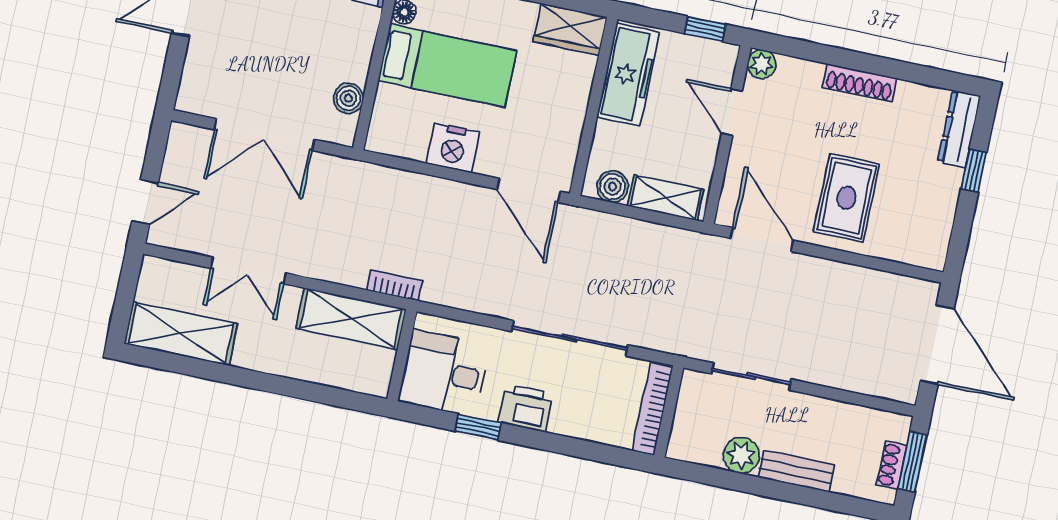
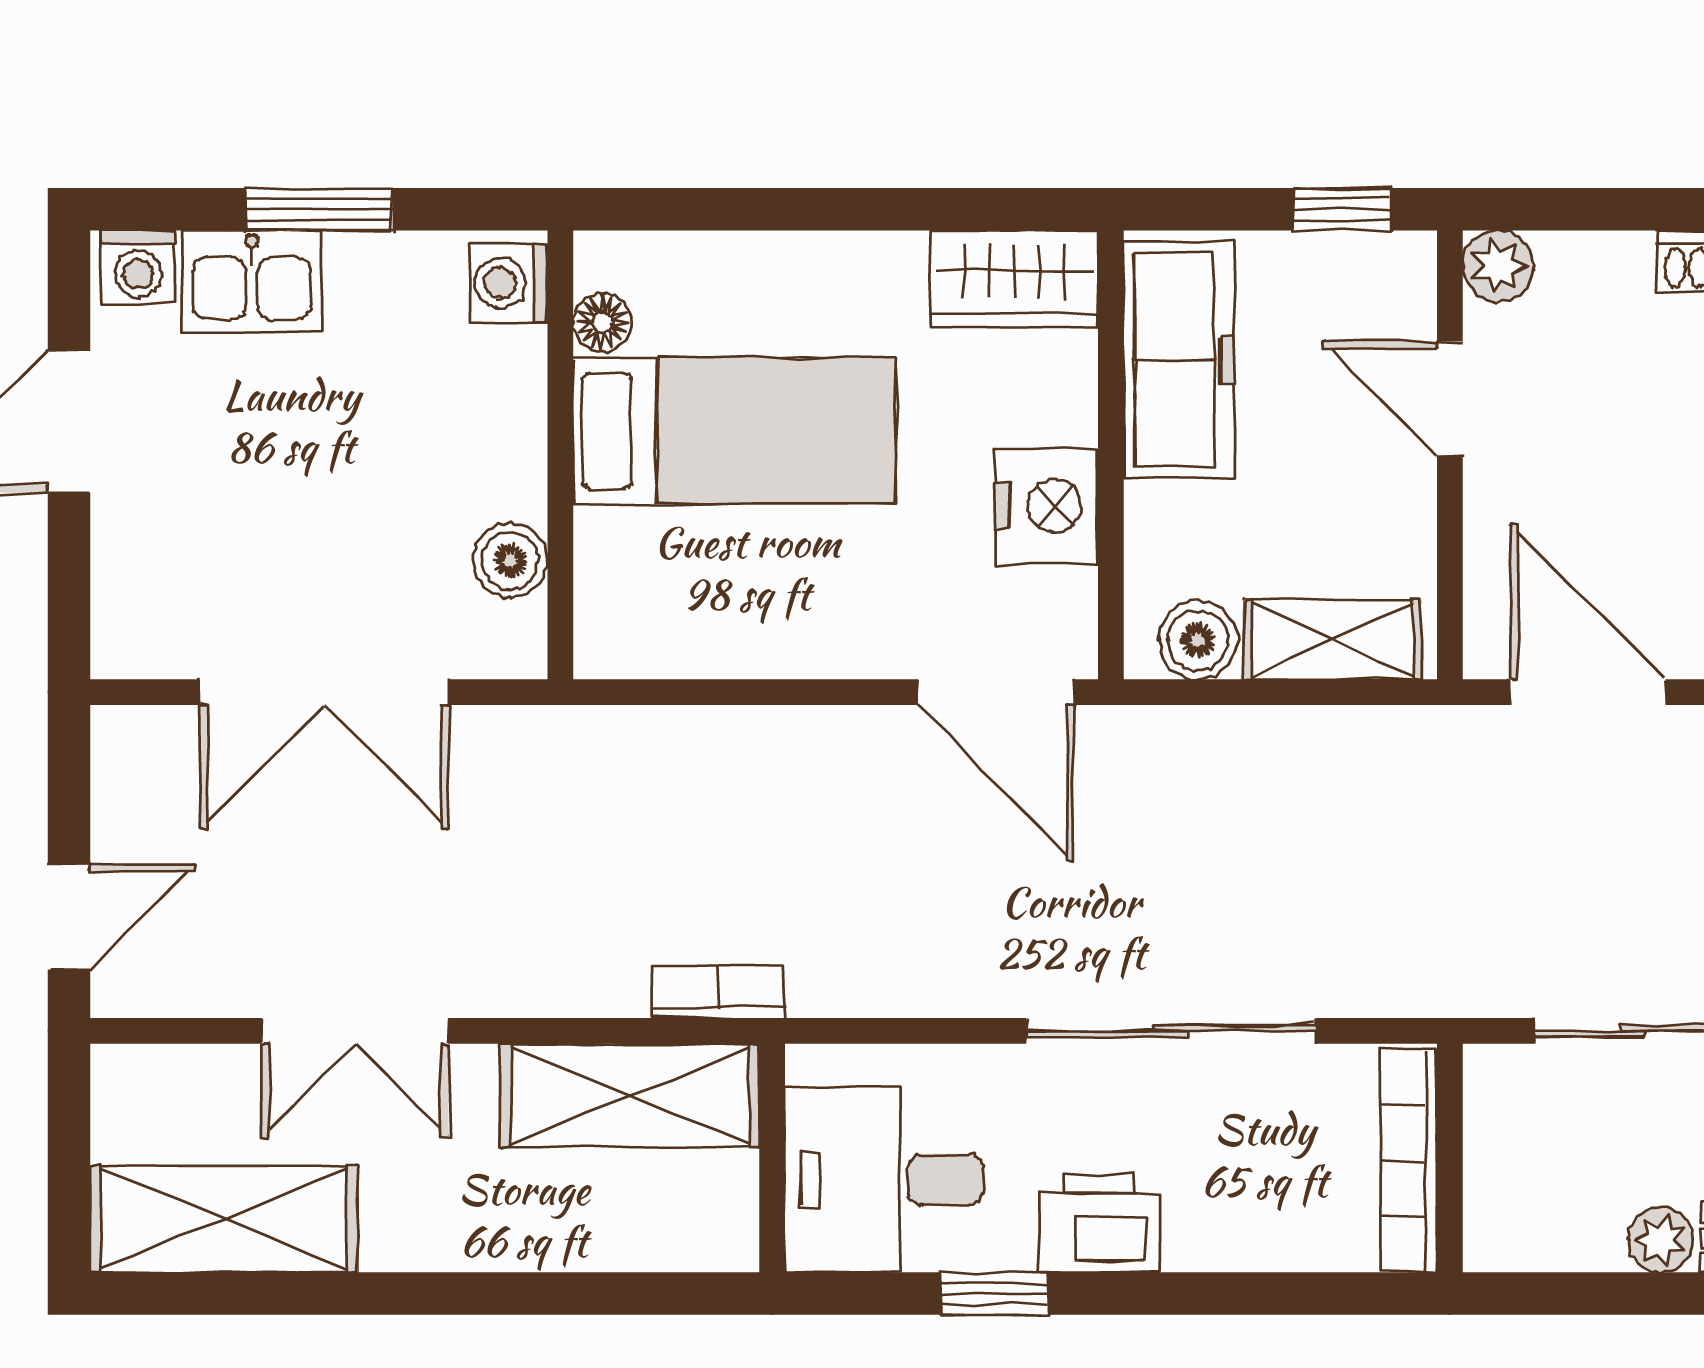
nightstand: (453, 148) -> (1047, 506), moved, turned -90
plant: (741, 455) -> (1661, 1240), width x0.73, depth x0.73

